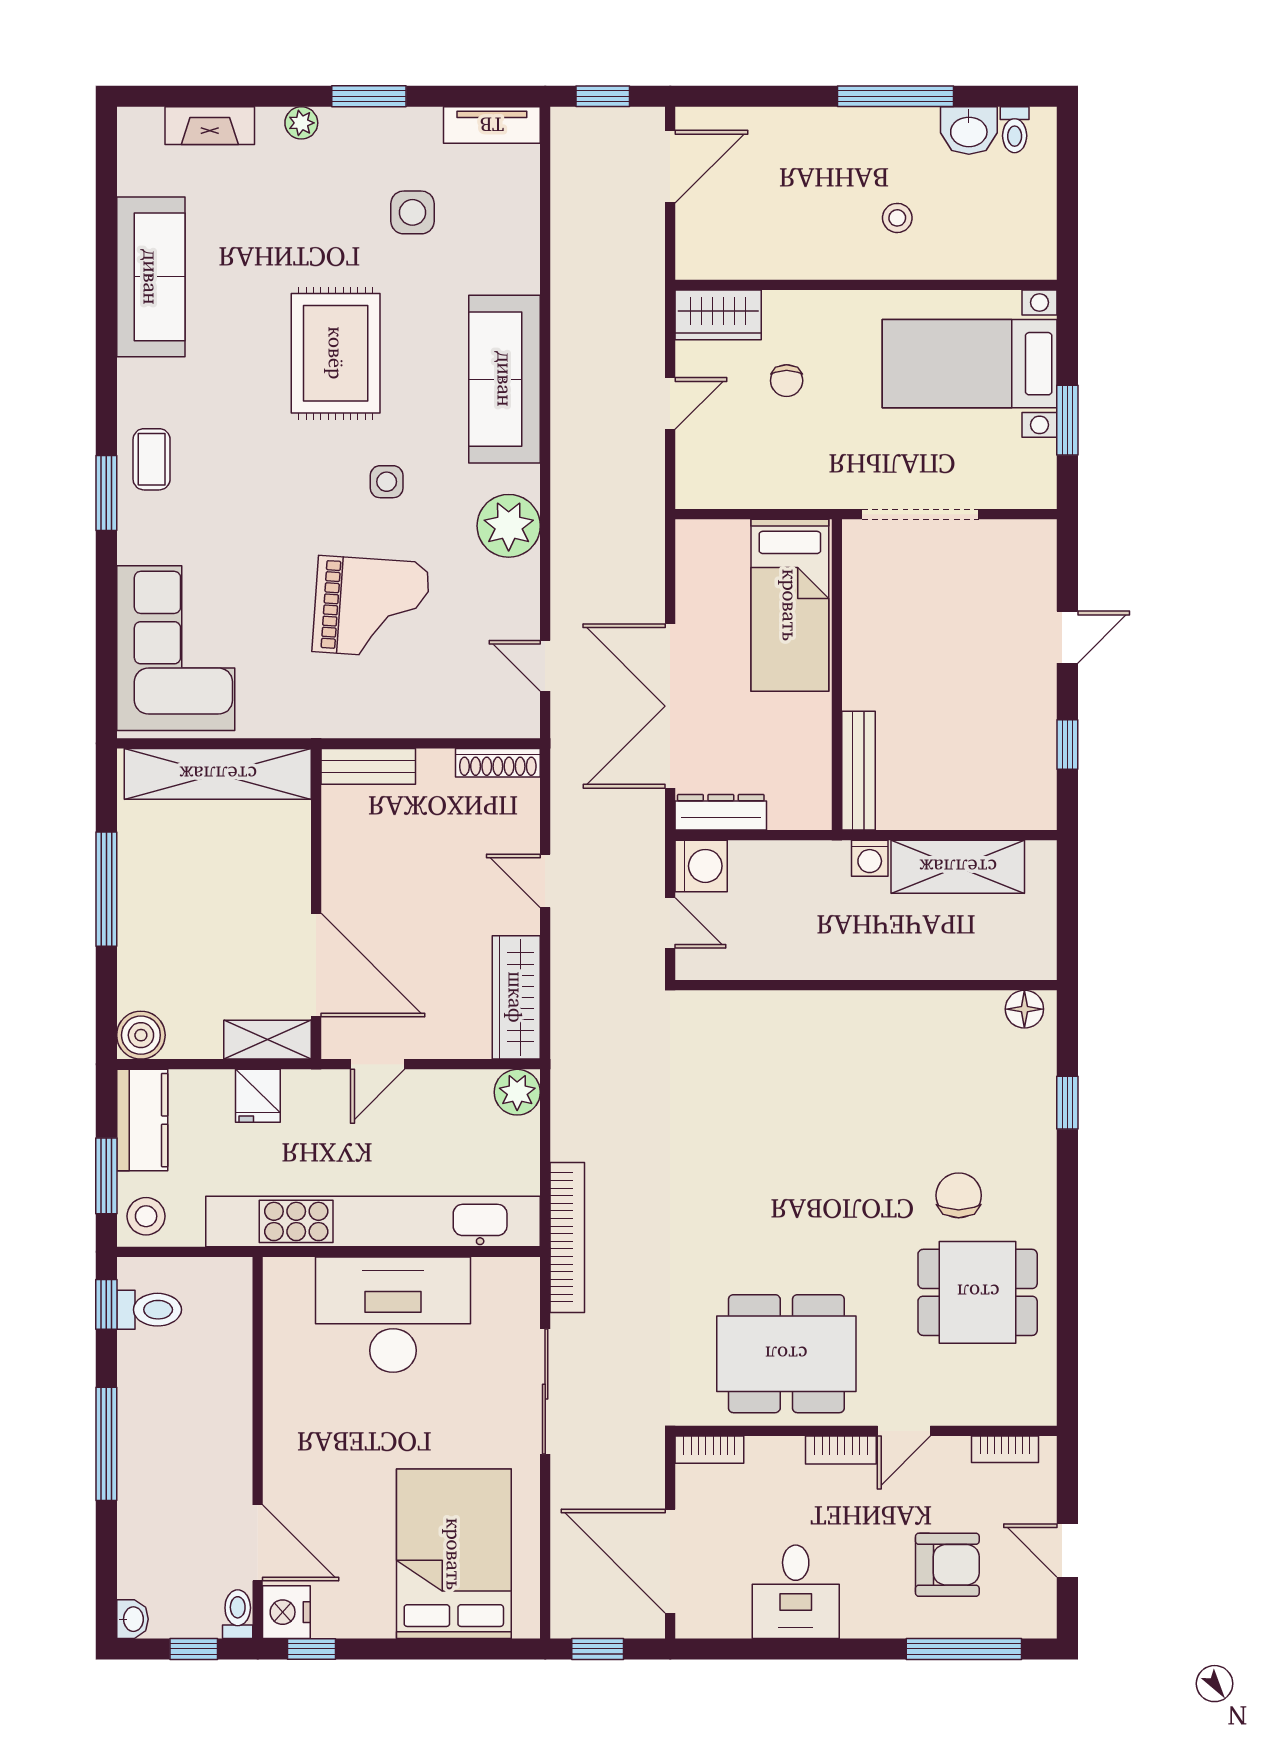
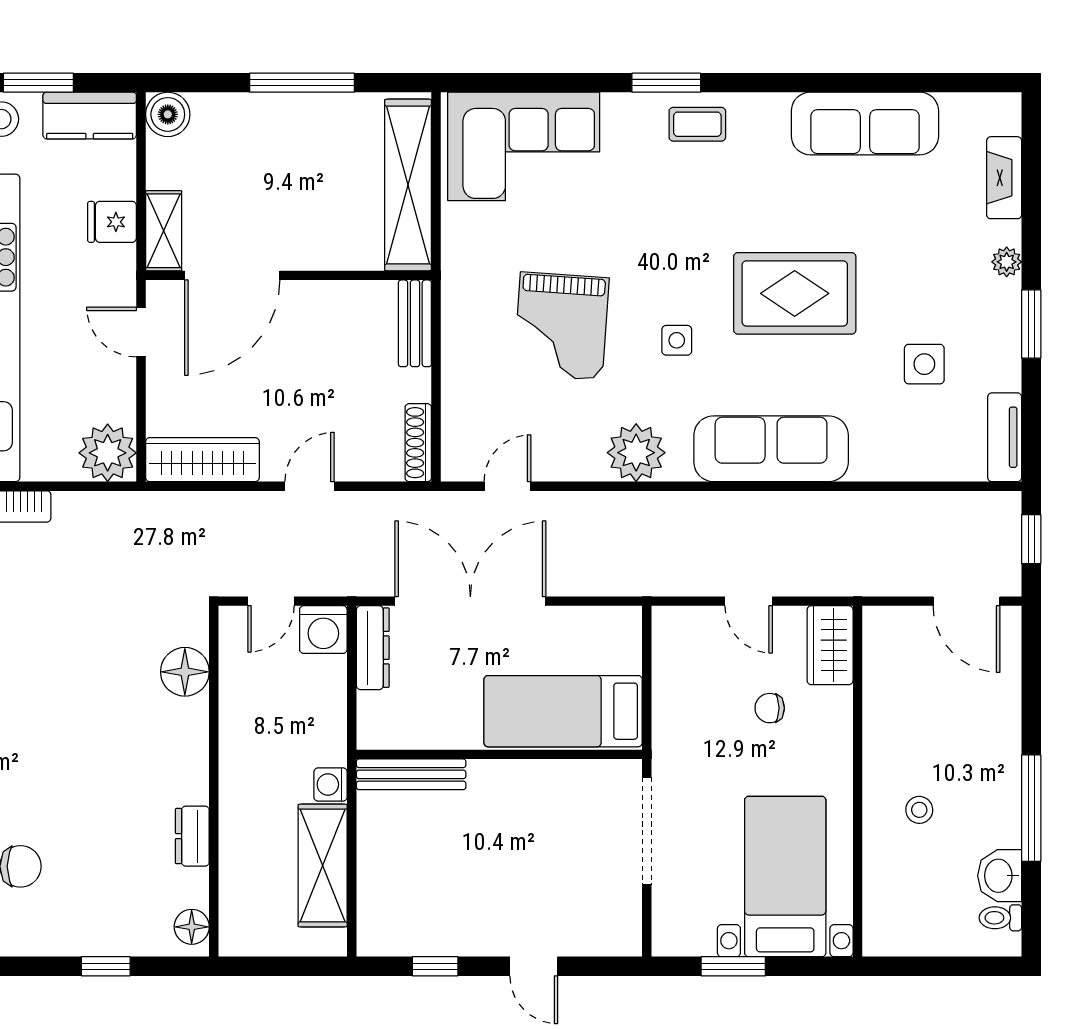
dresser: (926, 1008) -> (192, 836), added
floor lamp: (747, 1017) -> (185, 672), added
plant: (517, 1092) -> (108, 453), width x1.36, depth x1.36

